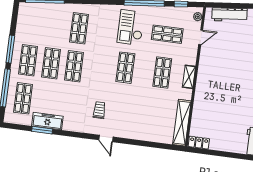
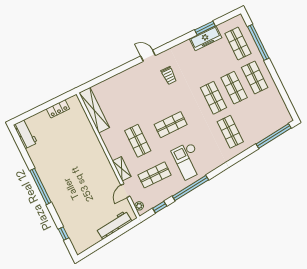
checkout: (131, 27) -> (188, 161), turned 180
window: (10, 49) -> (275, 77), removed
shop shelf: (125, 68) -> (171, 125), turned 90
shelving: (189, 77) -> (122, 169), moved
locker: (199, 143) -> (58, 109), moved

